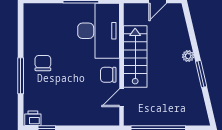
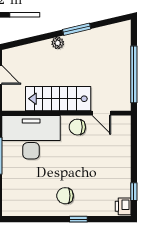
chair: (108, 75) -> (77, 127), turned 90
window: (21, 76) -> (78, 219), width x0.46

